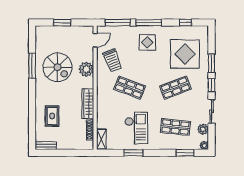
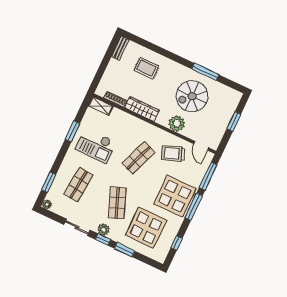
display table: (147, 42) -> (175, 196), width x1.86, depth x1.86
plant: (203, 129) -> (104, 230), moved

